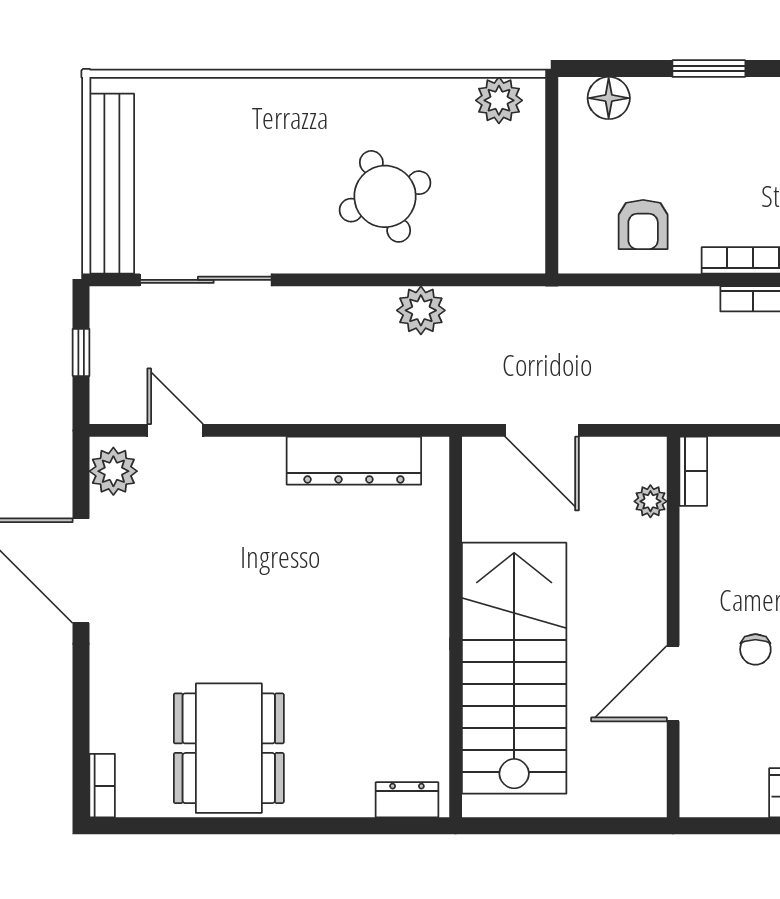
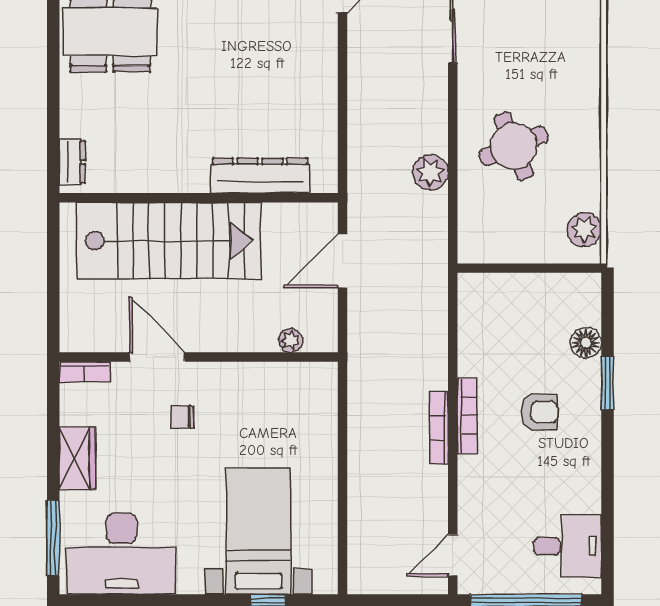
floor lamp: (609, 98) -> (586, 343), moved
armchair: (643, 225) -> (539, 412), moved, turned 180
dresser: (354, 461) -> (260, 176), moved, turned 90
bookcase: (693, 471) -> (85, 372), moved

